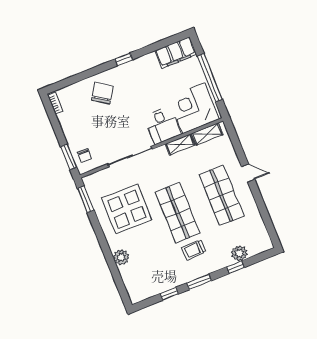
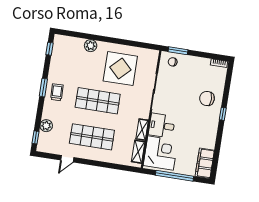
window: (124, 59) -> (223, 114), moved
chair: (102, 93) -> (207, 98), turned 147
door: (248, 173) -> (67, 159), moved
window: (86, 199) -> (143, 45), removed
trolley: (194, 250) -> (57, 92), moved
window: (235, 267) -> (35, 137), moved
window: (169, 294) -> (50, 49), moved

